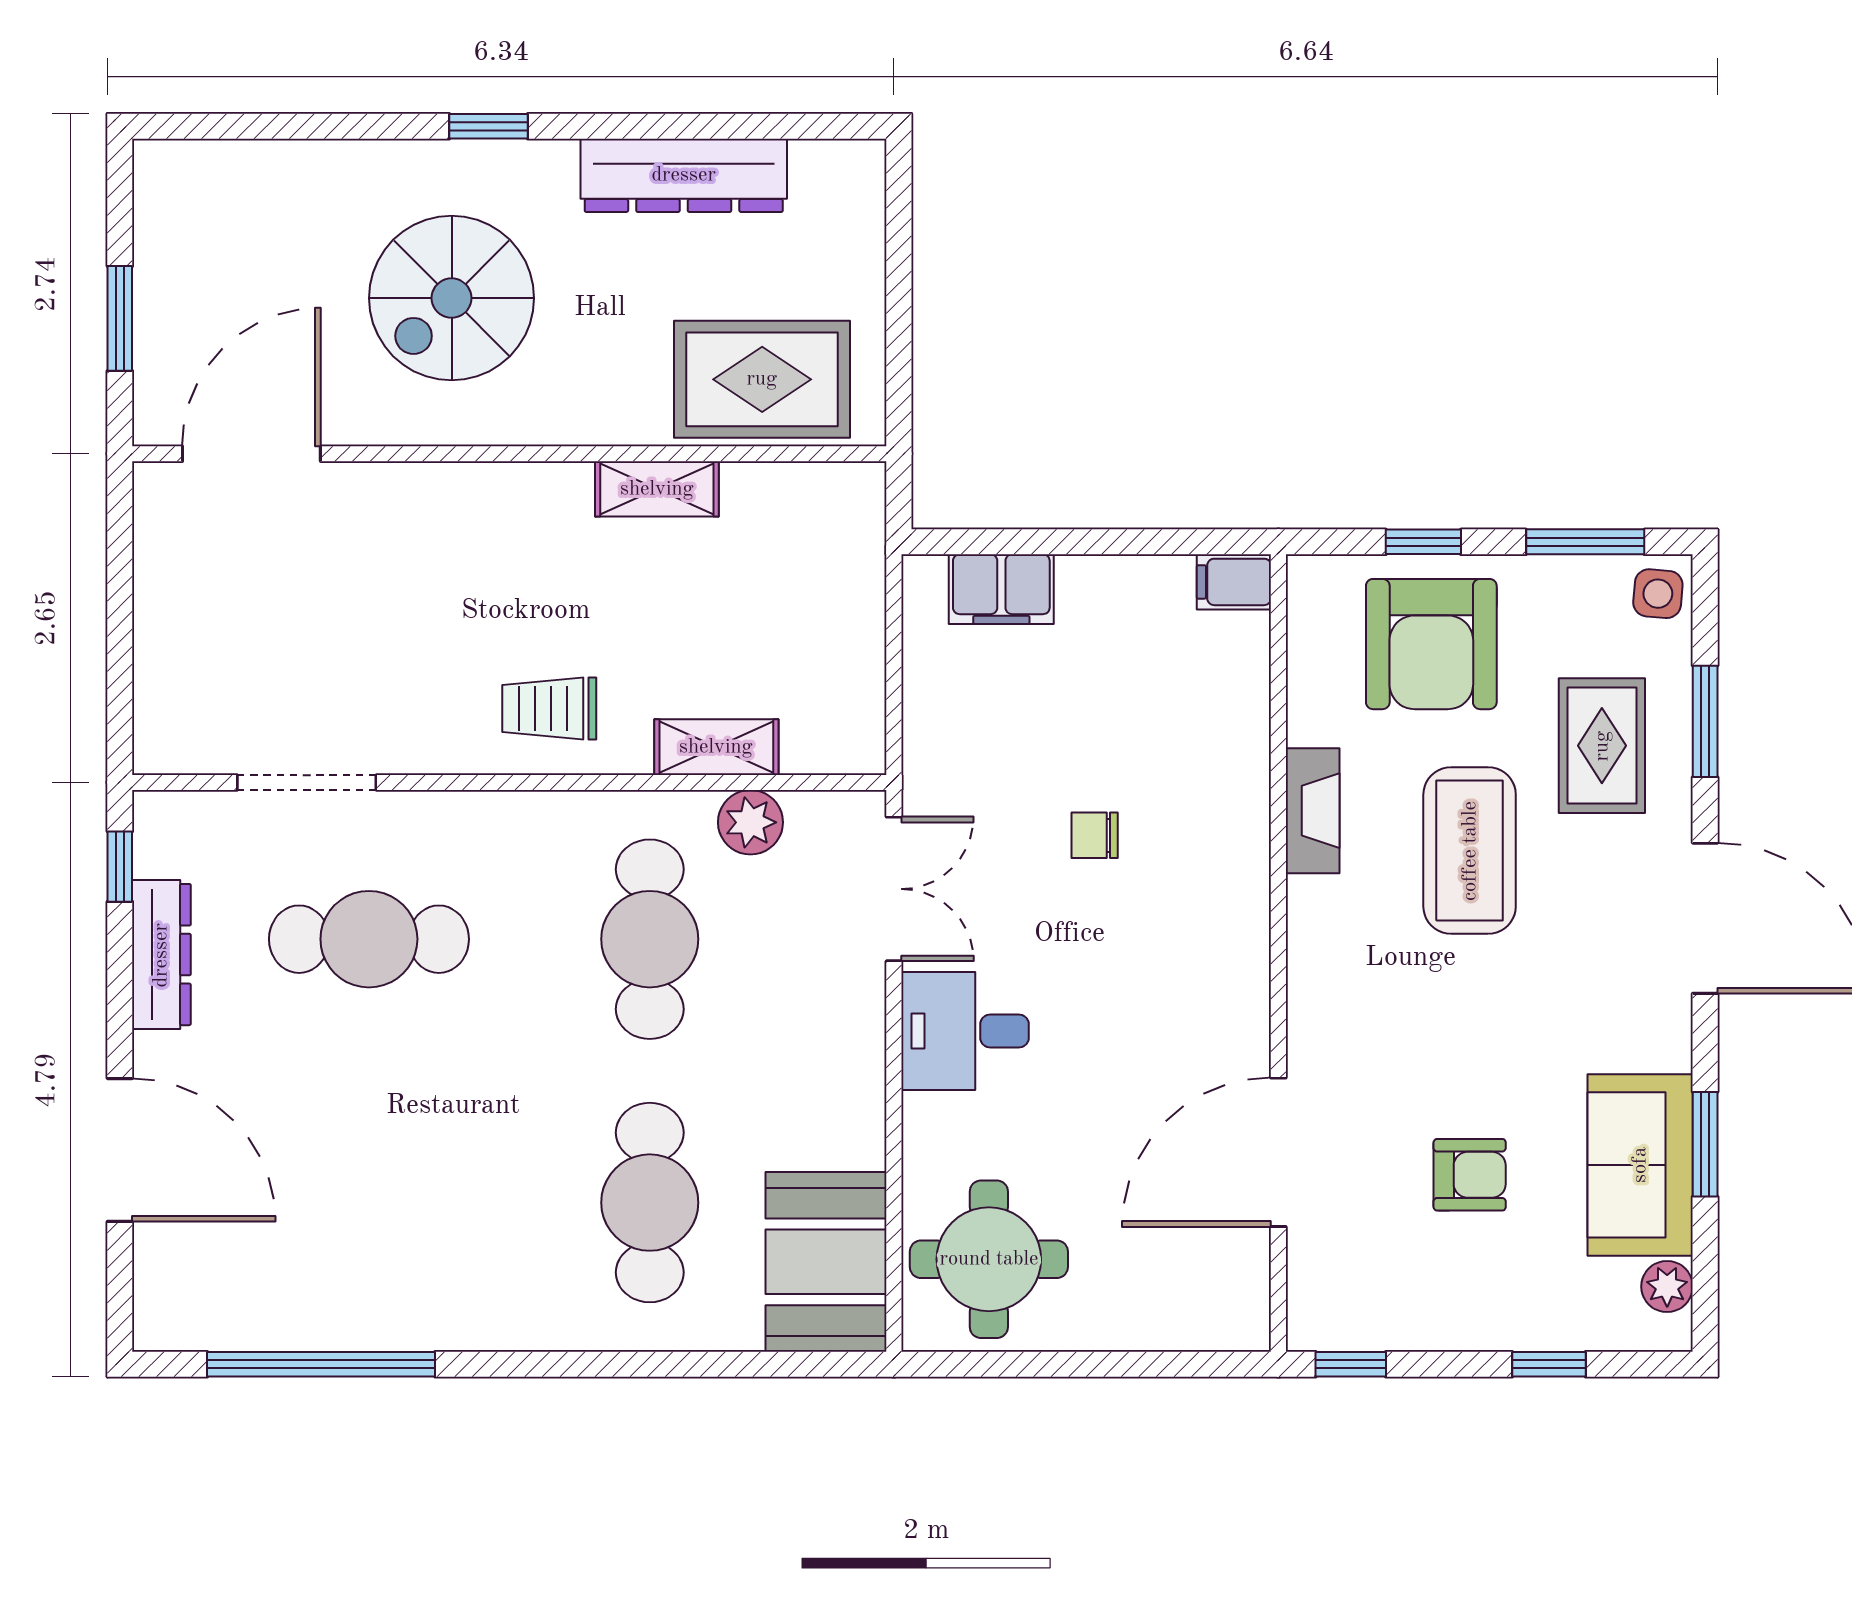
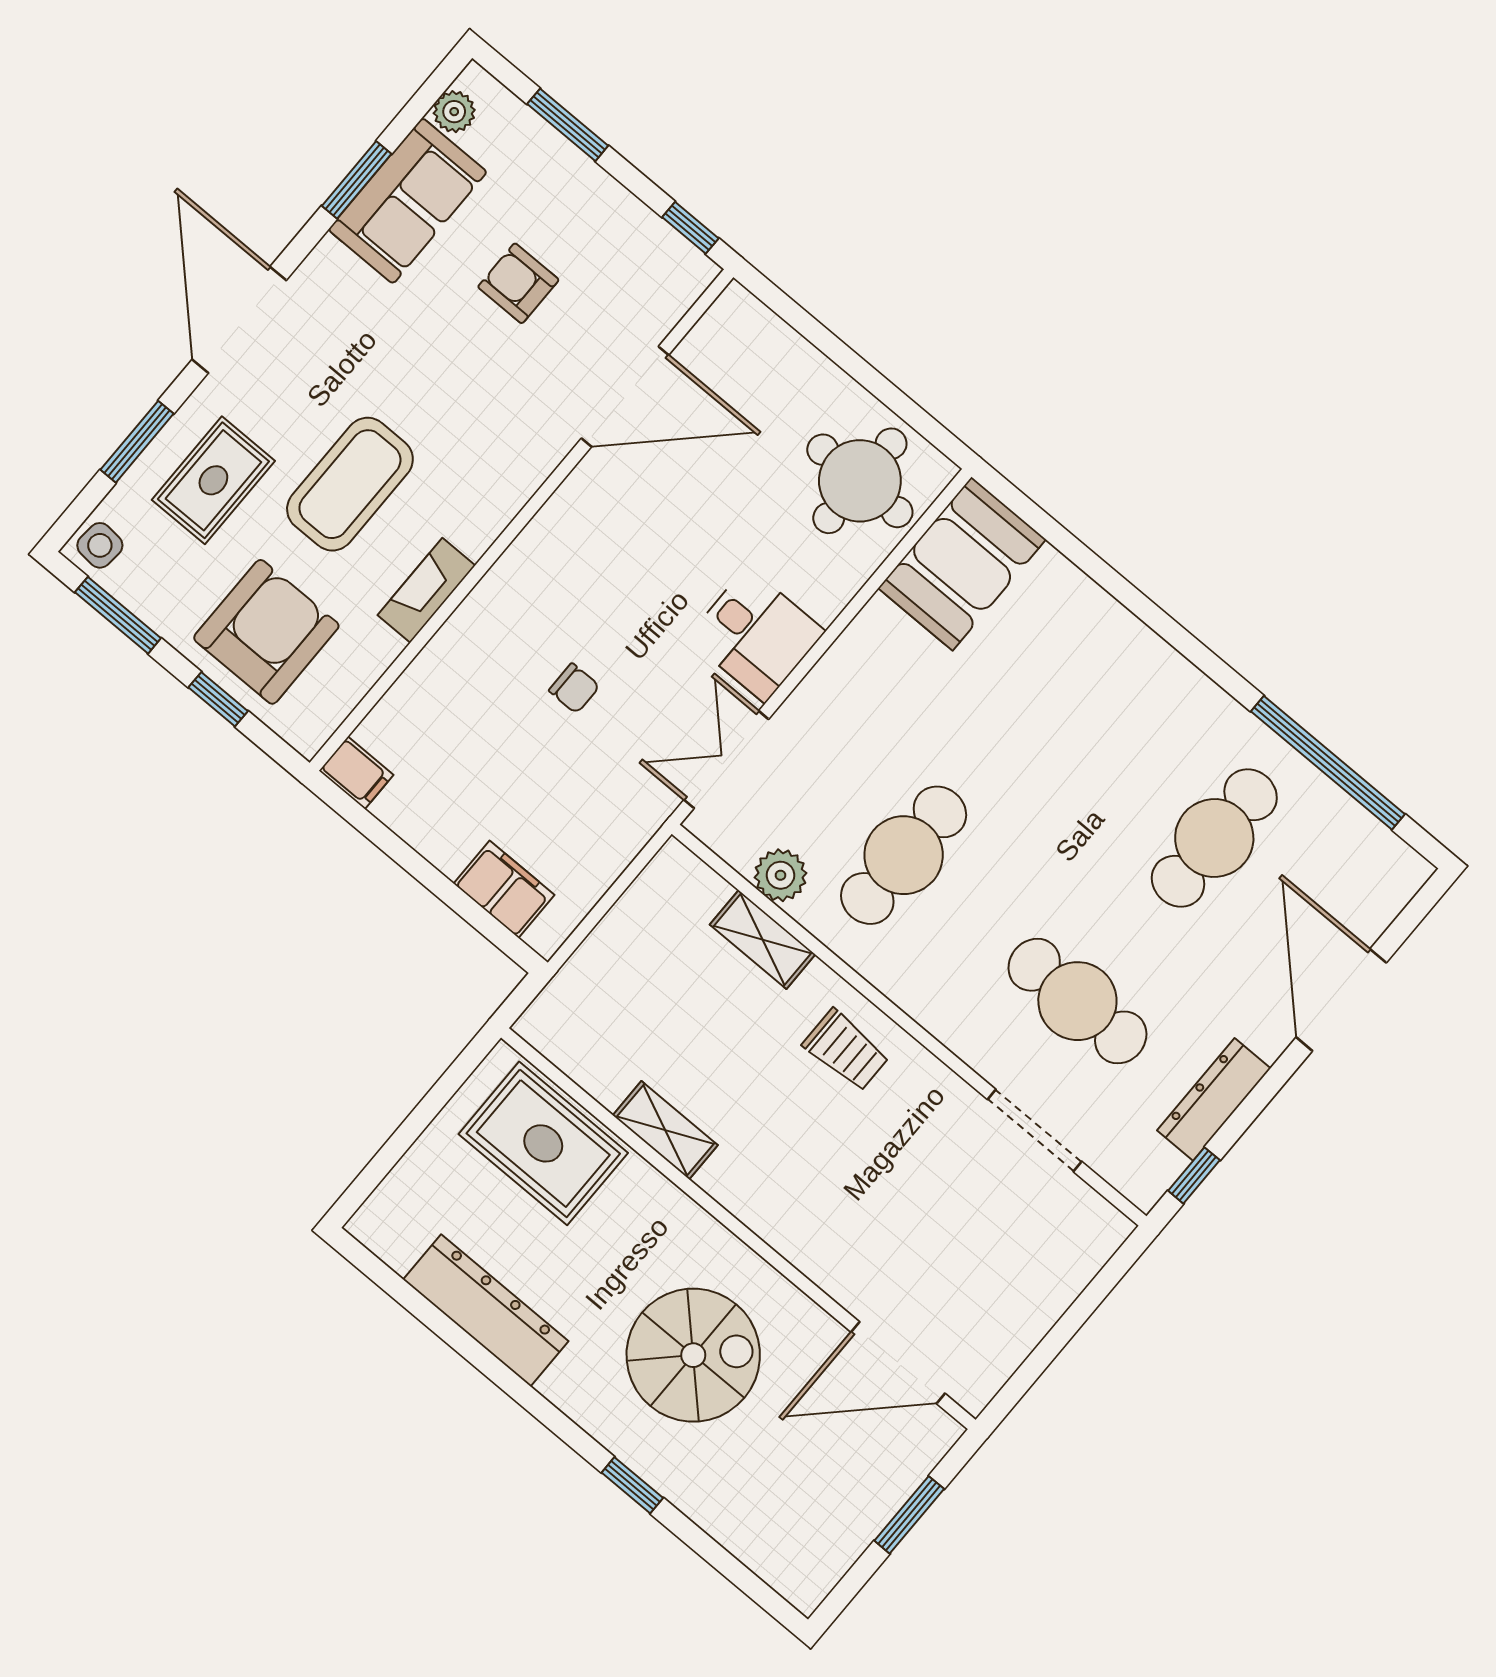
window: (488, 126) -> (632, 1485), moved
cafe table: (650, 1203) -> (1214, 838), moved
window: (1549, 1364) -> (568, 125), width x1.50

